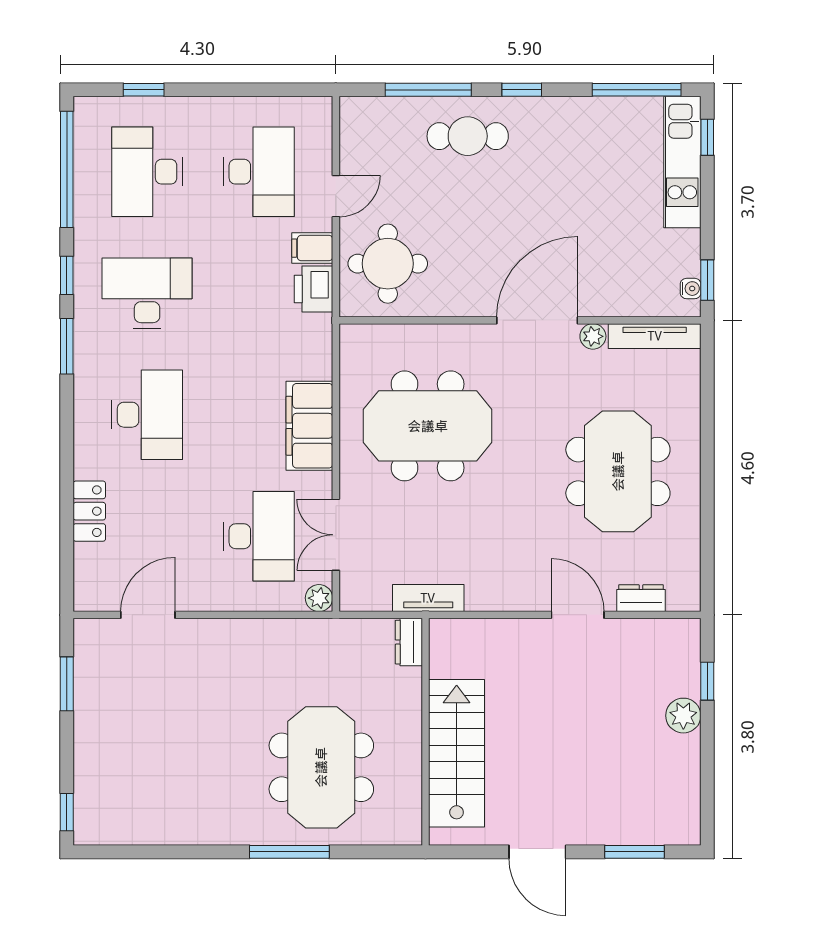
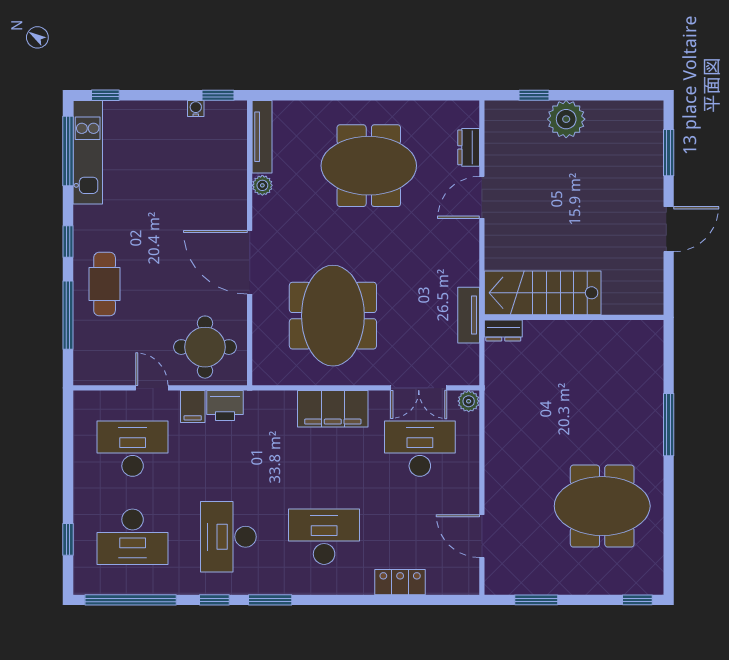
kitchen unit: (682, 162) -> (88, 152), moved, turned -90
water cooler: (691, 289) -> (196, 108), moved
door: (537, 320) -> (250, 262), moved
plant: (683, 716) -> (566, 119), width x1.36, depth x1.36
stairs: (457, 753) -> (543, 293), moved
meeting table: (321, 767) -> (602, 506), moved

